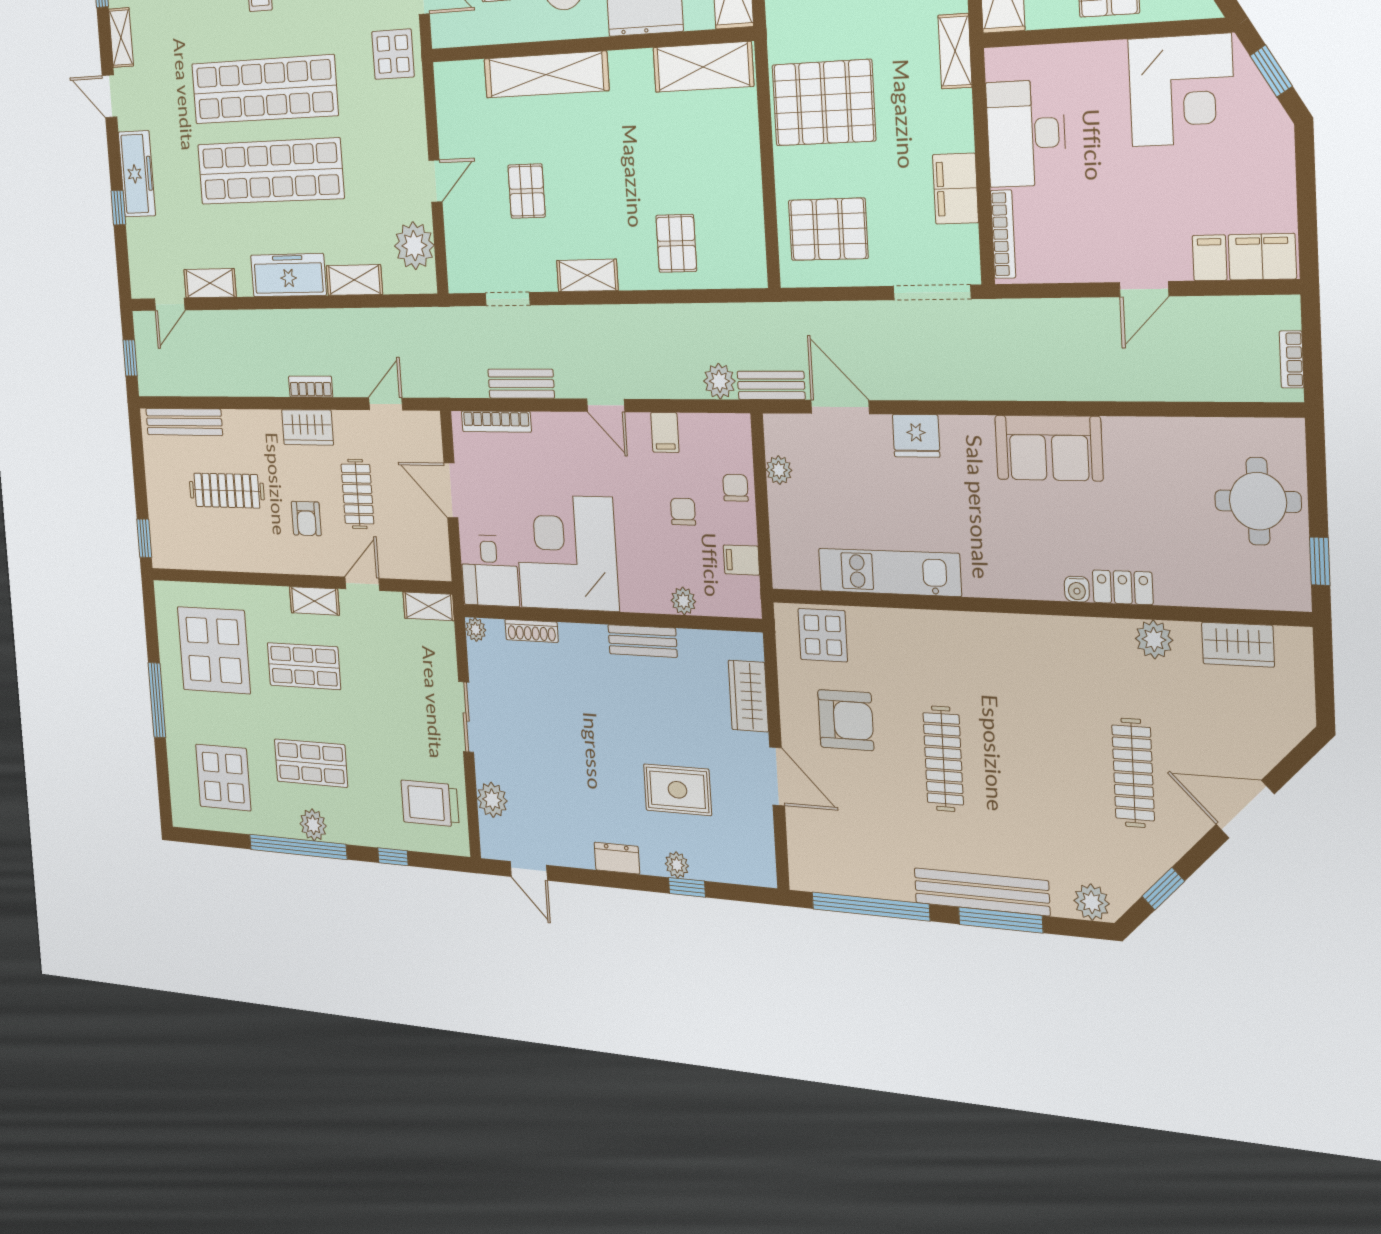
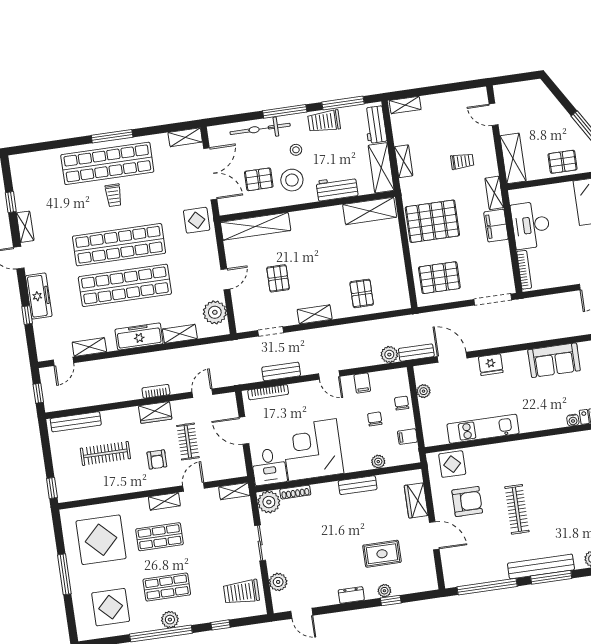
shelving: (546, 75) -> (256, 226), moved
filing cabinet: (955, 189) -> (496, 226), moved
plant: (476, 630) -> (269, 502), width x1.88, depth x1.88

